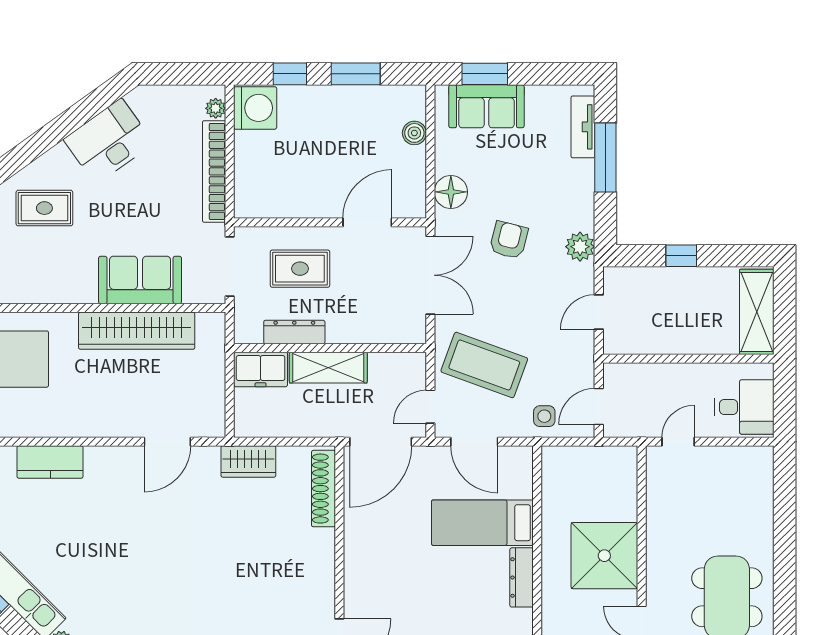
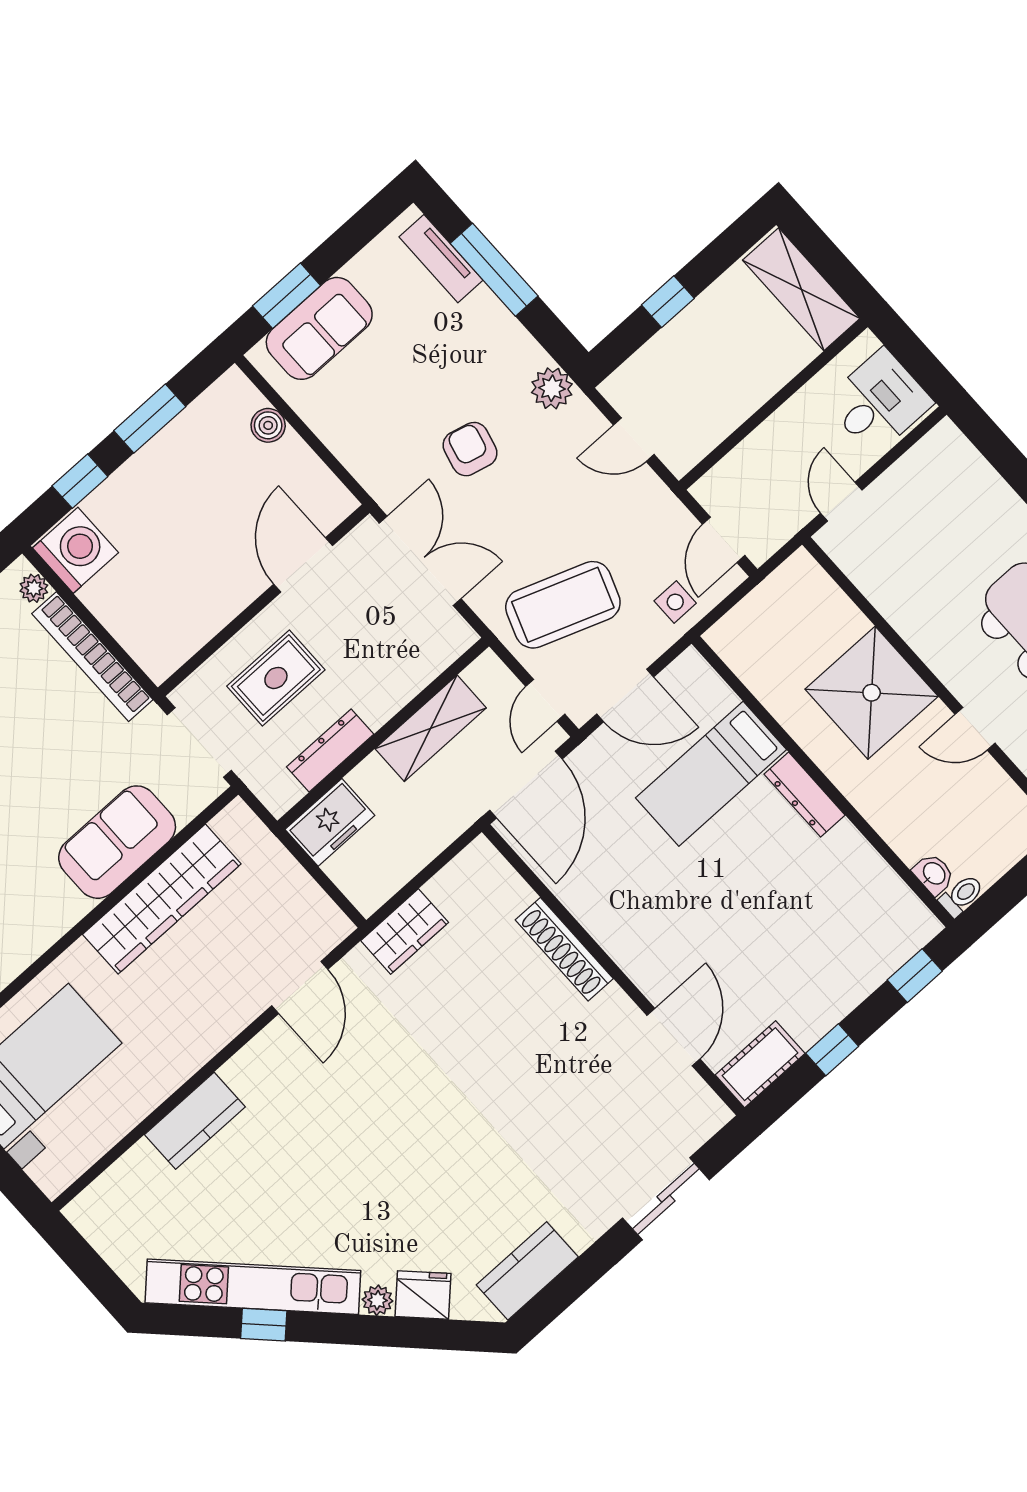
floor lamp: (451, 192) -> (363, 453), removed
door: (599, 312) -> (634, 440), hinge flipped
shelving: (328, 368) -> (431, 728), moved
shoe rack: (323, 489) -> (564, 949), moved

